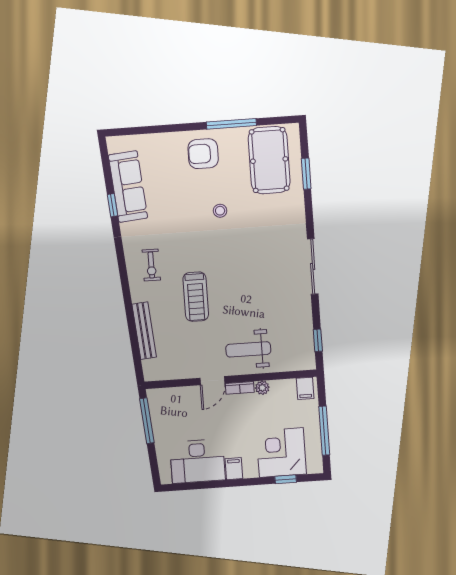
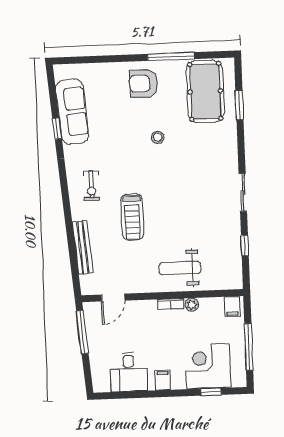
sliding door: (313, 267) -> (243, 192), width x0.73
window: (318, 340) -> (245, 246), moved
door: (212, 381) -> (113, 298), moved
desk: (197, 461) -> (129, 372), width x0.73

